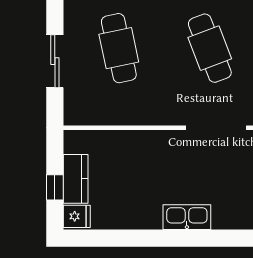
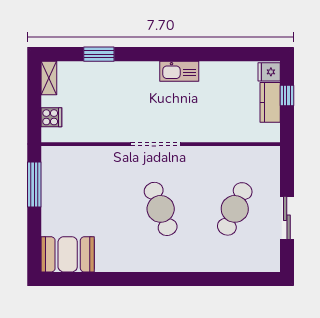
cafe table: (119, 48) -> (235, 209), turned 36
sliding door: (55, 61) -> (287, 218), moved

